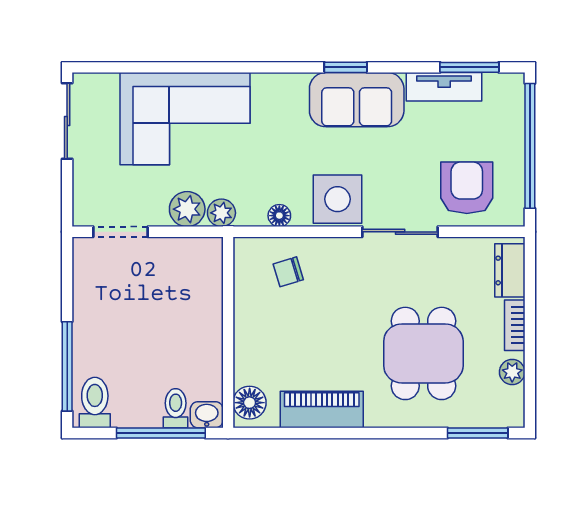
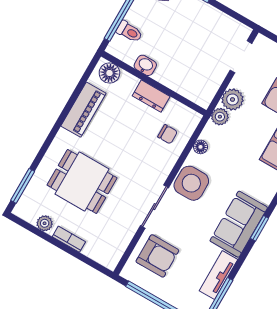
dresser: (510, 270) -> (151, 96), moved, turned 180
chair: (288, 272) -> (168, 134), turned 107
washbasin: (207, 415) -> (145, 65), moved, turned -90

